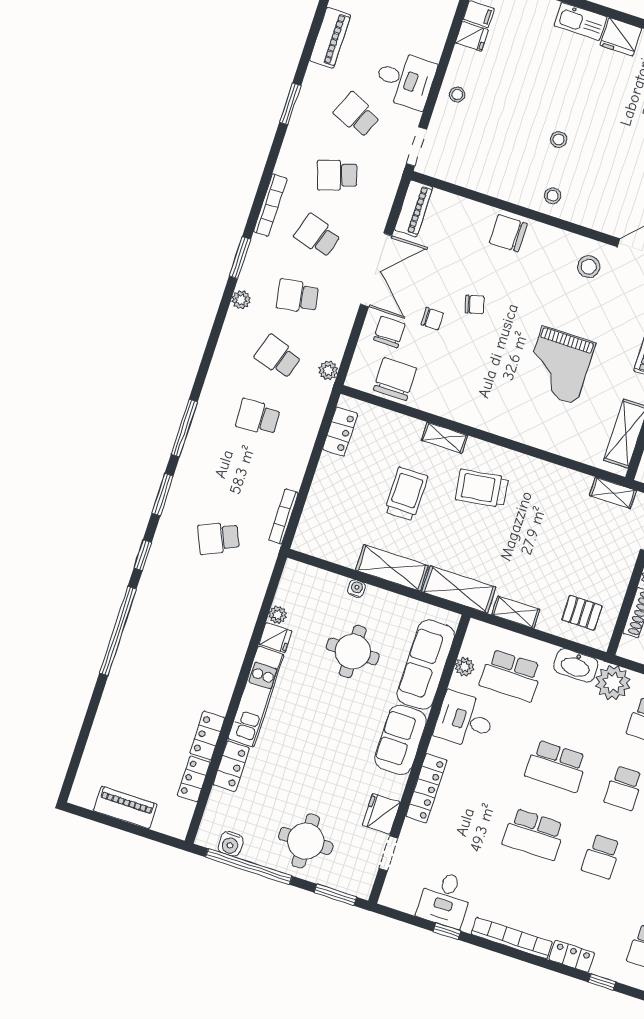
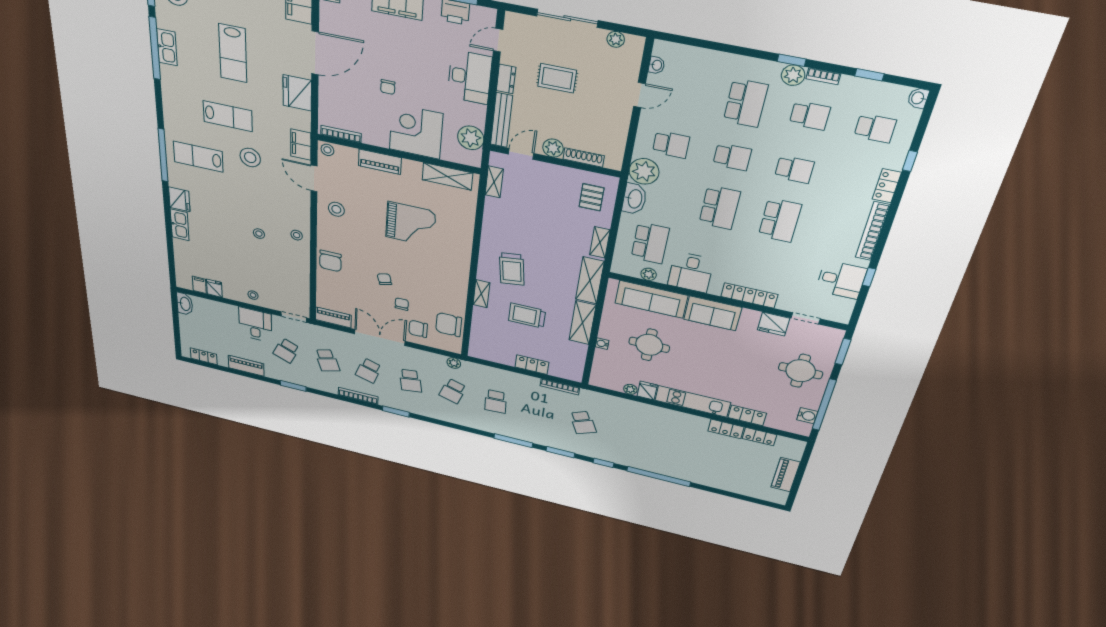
plant: (241, 300) -> (422, 411), removed
locker: (340, 432) -> (532, 365), moved

